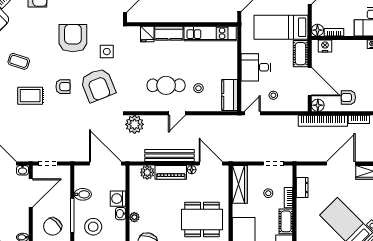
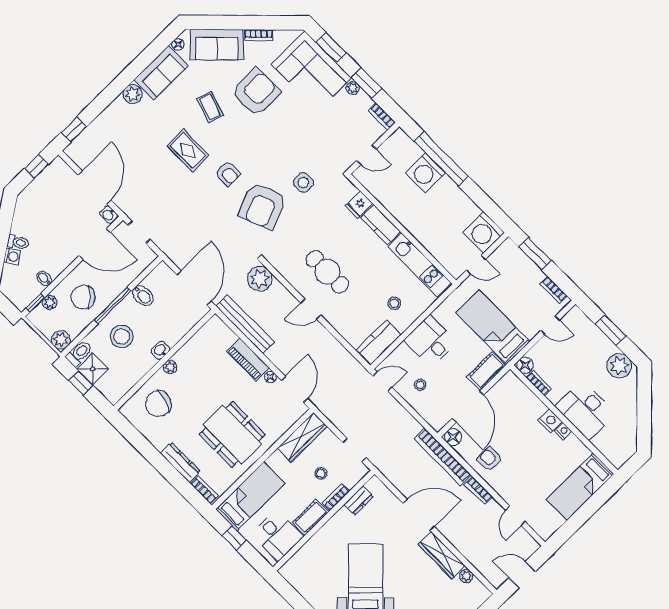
armchair: (73, 38) -> (256, 92), moved
nightstand: (325, 46) -> (550, 421), moved
stool: (198, 88) -> (394, 303), moved
bench: (169, 156) -> (245, 324), moved
plant: (147, 172) -> (225, 337), removed
washing machine: (118, 199) -> (172, 334), removed

